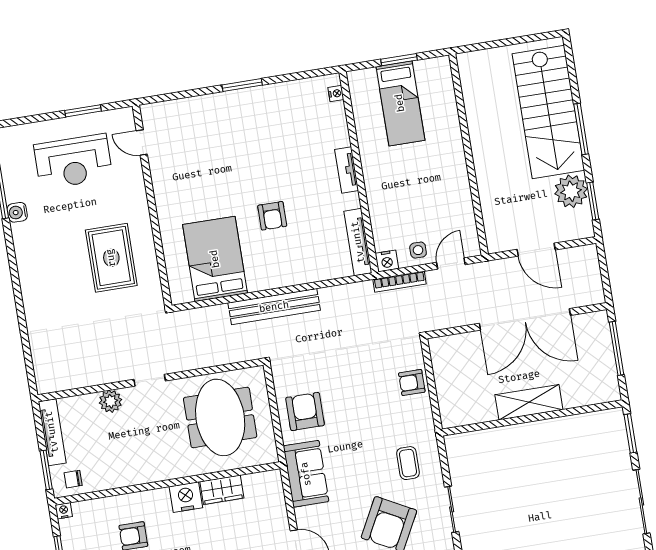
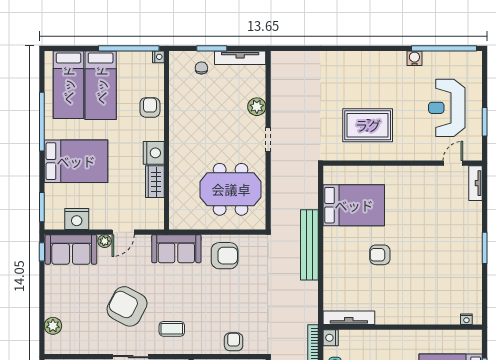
tv unit: (347, 170) -> (476, 183), moved, turned -90
wall: (167, 483) -> (167, 140), moved
wardrobe: (222, 490) -> (155, 182), moved
nightstand: (186, 497) -> (154, 153), moved
nightstand: (64, 511) -> (158, 57), moved

